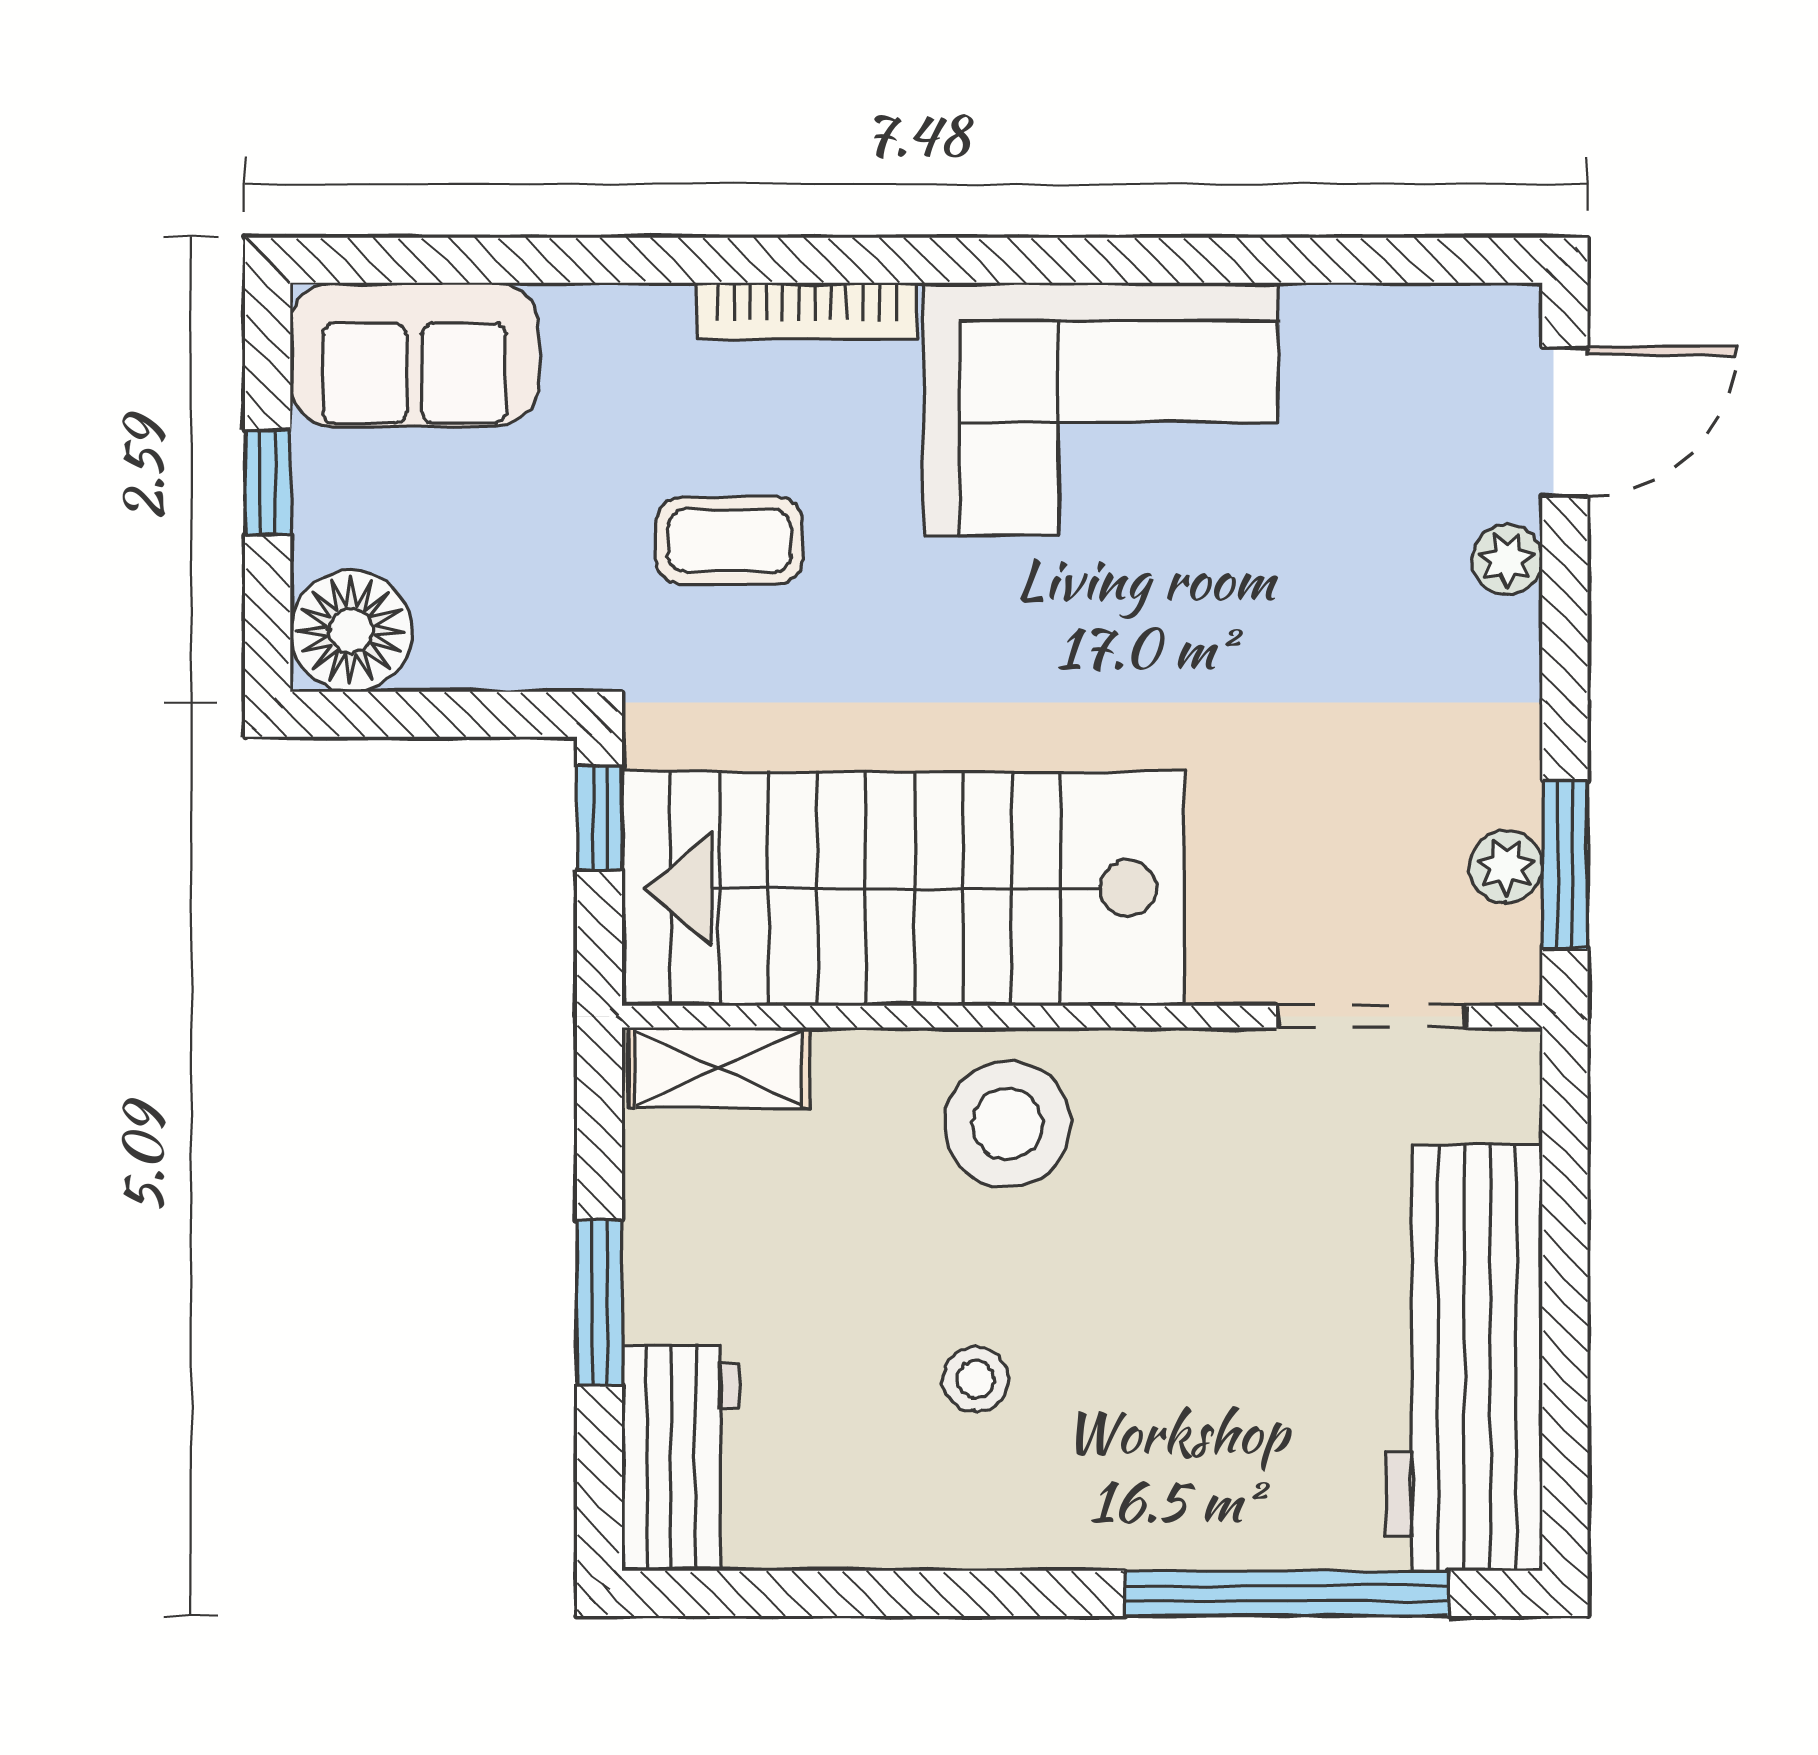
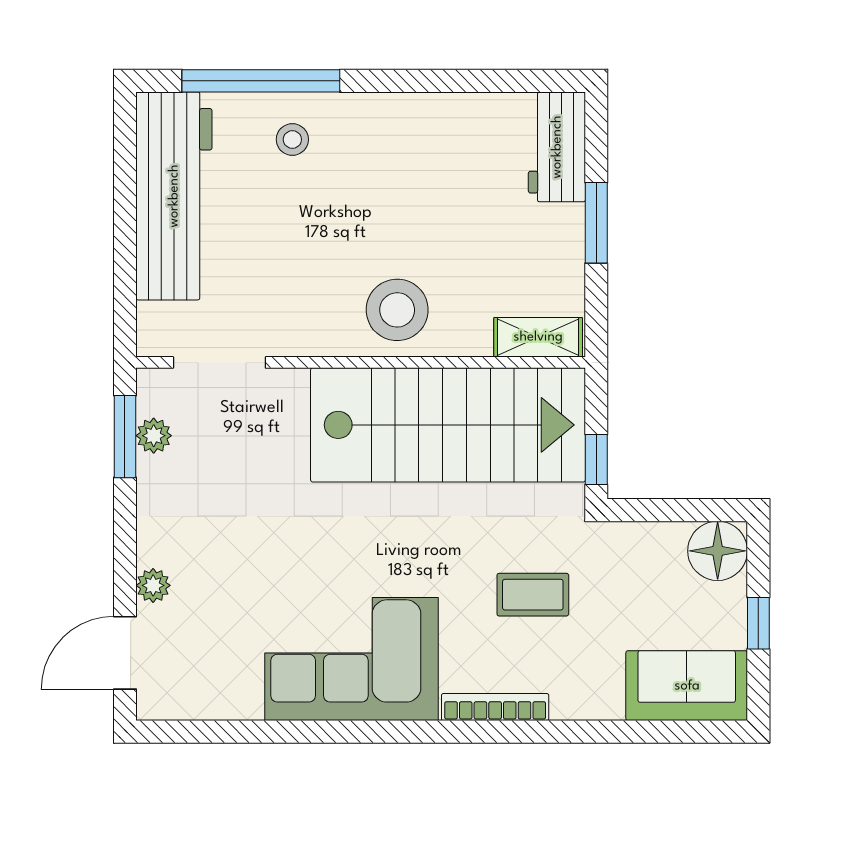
stool: (975, 1379) -> (292, 139), moved

